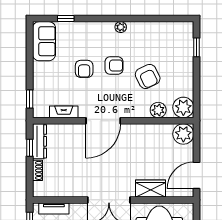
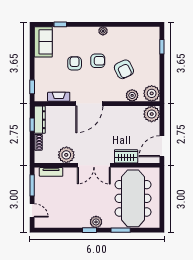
armchair: (84, 69) -> (75, 63), turned 180
plant: (73, 187) -> (66, 155), added

